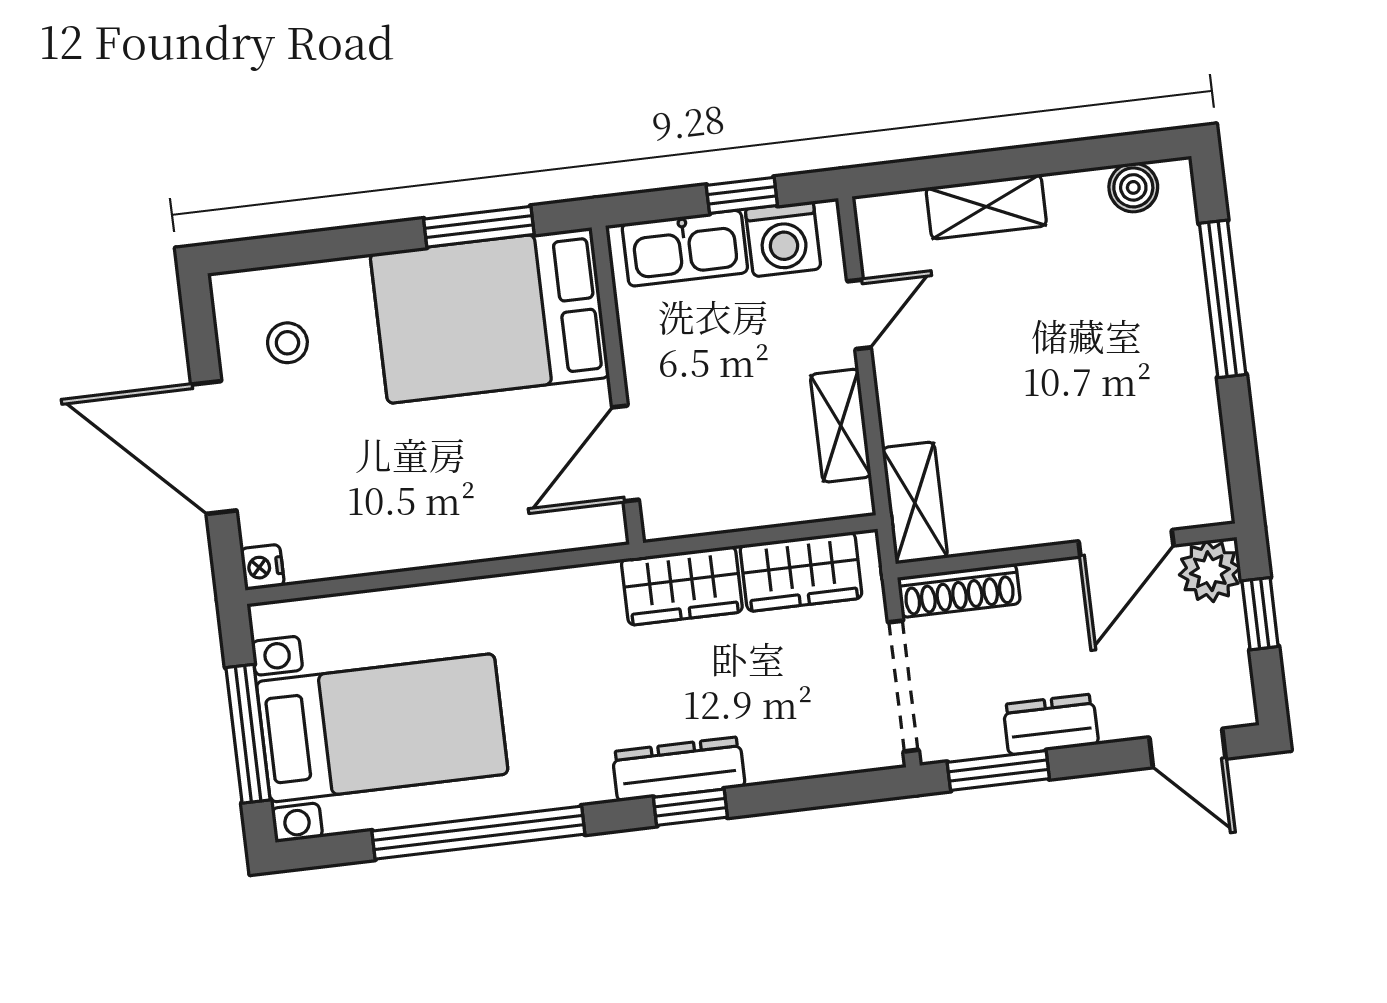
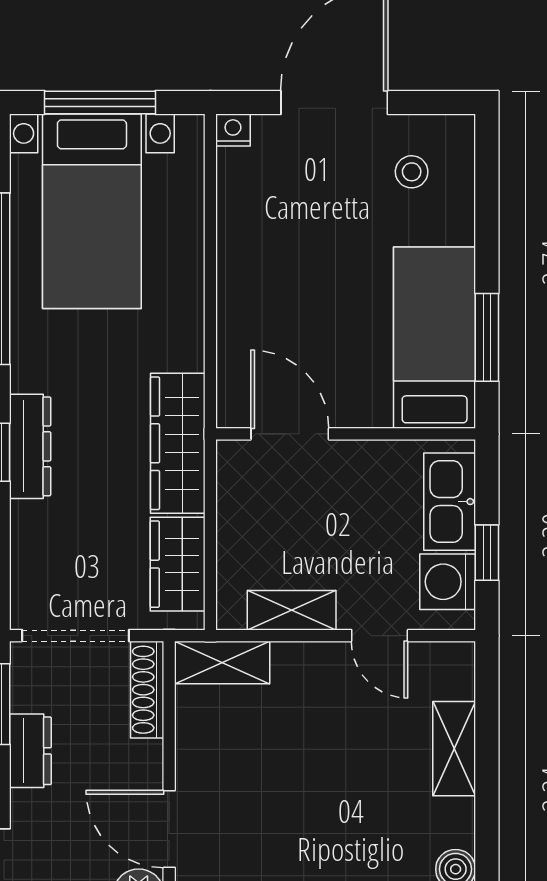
bed: (490, 316) -> (435, 338), width x0.67
wardrobe: (682, 586) -> (178, 443), width x1.50

